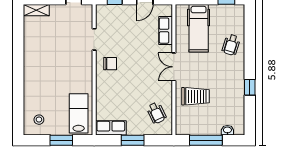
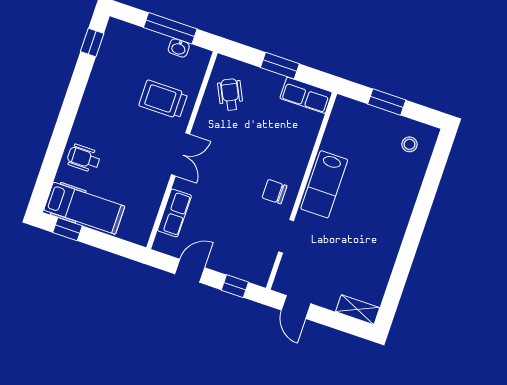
hospital bed: (199, 28) -> (84, 208), moved, turned 90
wheelchair: (231, 45) -> (84, 158), turned -107
window: (250, 87) -> (92, 43), moved
lab bench: (79, 113) -> (324, 184), moved
washbasin: (227, 130) -> (179, 48), moved

